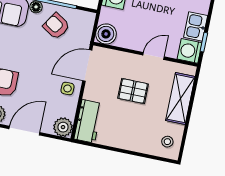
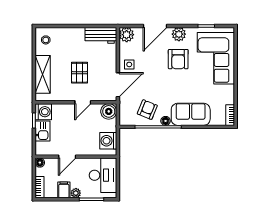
armchair: (56, 26) -> (147, 110), turned -101
door: (154, 56) -> (83, 102), moved
pallet: (133, 91) -> (79, 73), turned 90
workbench: (88, 121) -> (101, 35), moved, turned -90

